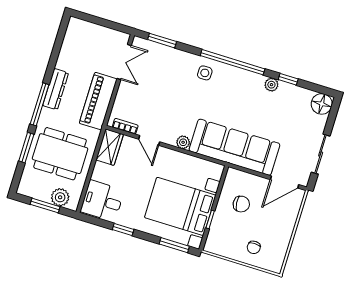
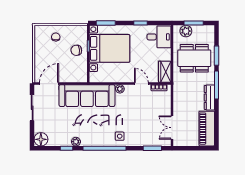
piano: (98, 101) -> (207, 129), moved, turned 180
chair: (241, 204) -> (76, 50), moved

